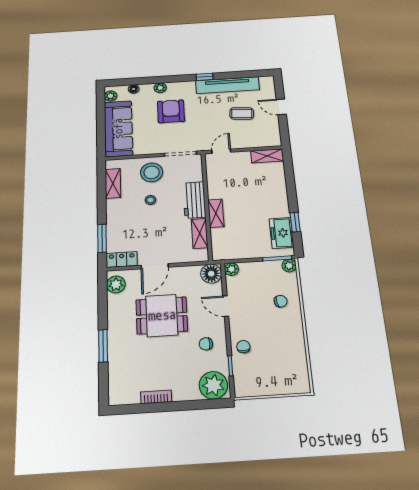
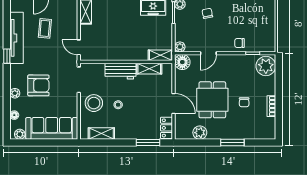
armchair: (171, 111) -> (38, 85), turned 180
shelving: (216, 213) -> (160, 55), moved
plant: (116, 284) -> (200, 133), moved
chair: (206, 344) -> (244, 102), moved

